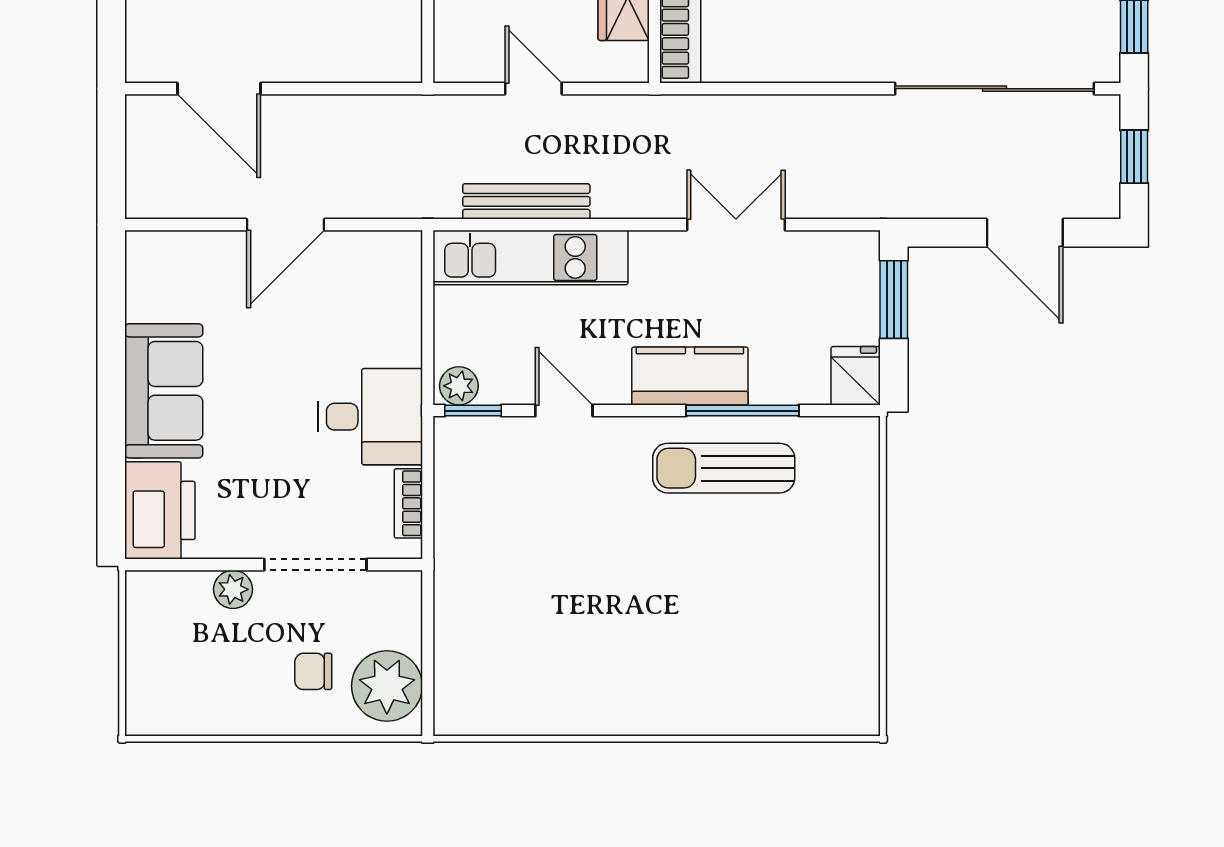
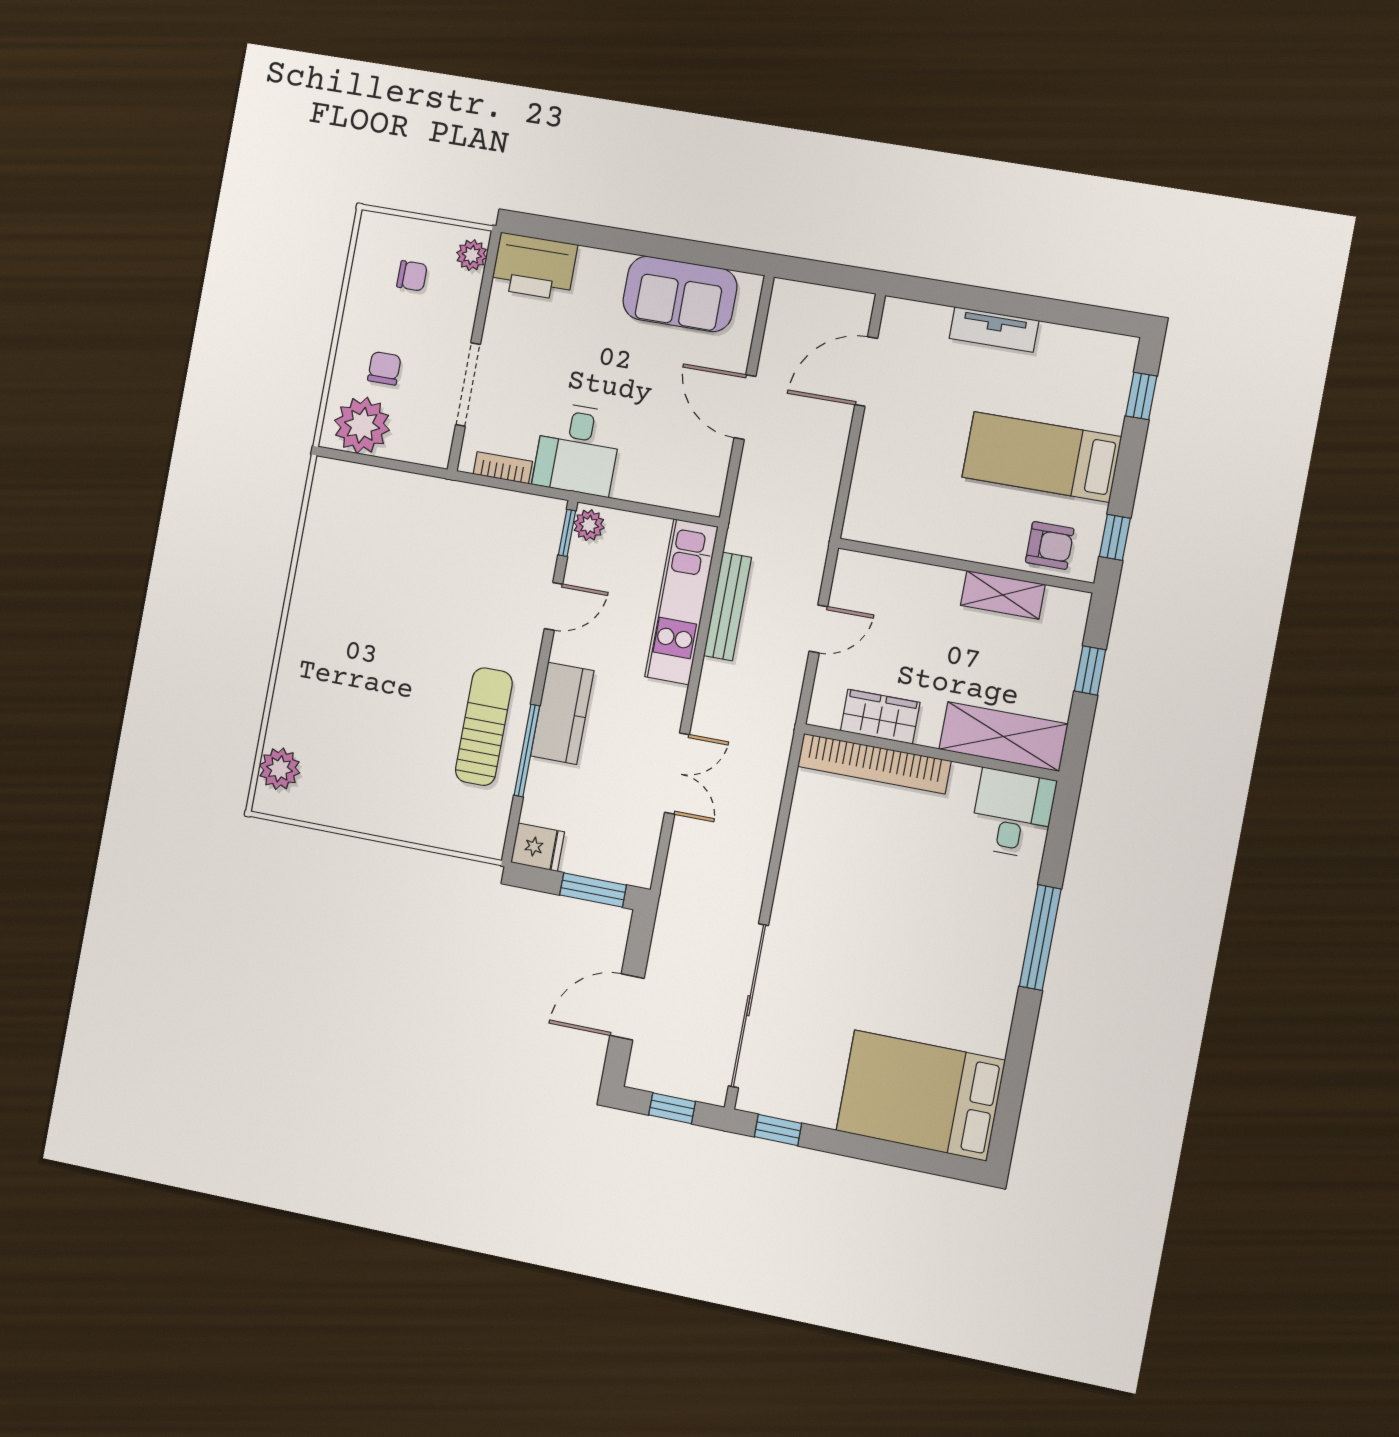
sofa: (164, 391) -> (680, 294), moved
plant: (233, 589) -> (472, 255), moved
chair: (196, 658) -> (412, 276), added
plant: (822, 710) -> (280, 769), added

